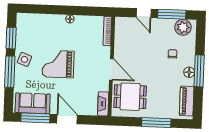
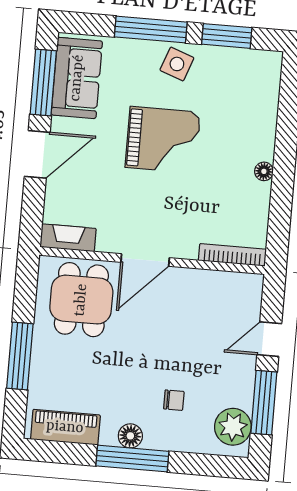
grand piano: (58, 64) -> (163, 140), turned 90

